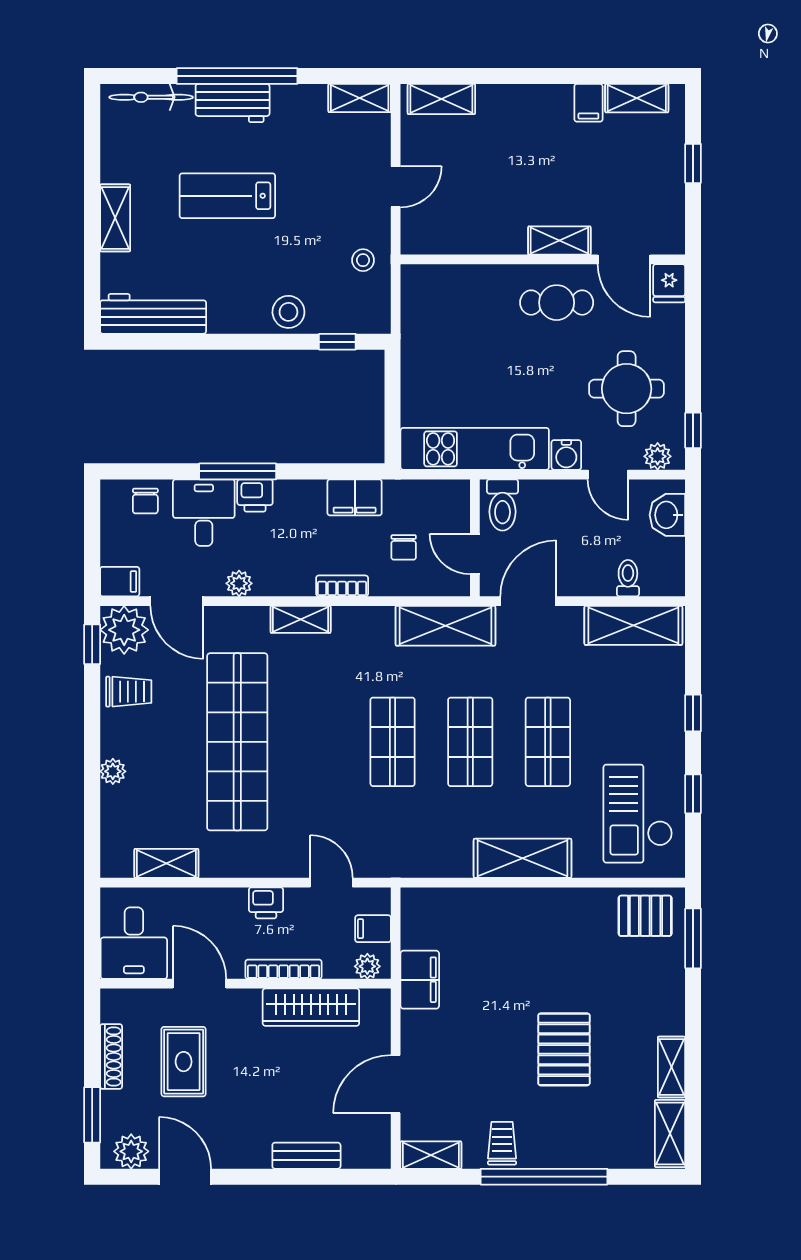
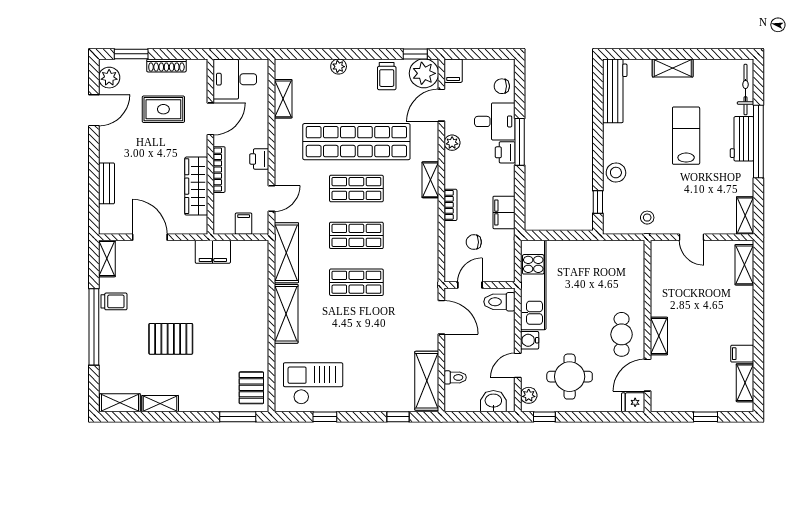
shelving: (445, 626) -> (286, 253), moved
window: (693, 713) -> (398, 417), moved
shop shelf: (548, 742) -> (356, 188), moved
plant: (367, 966) -> (221, 220), removed

